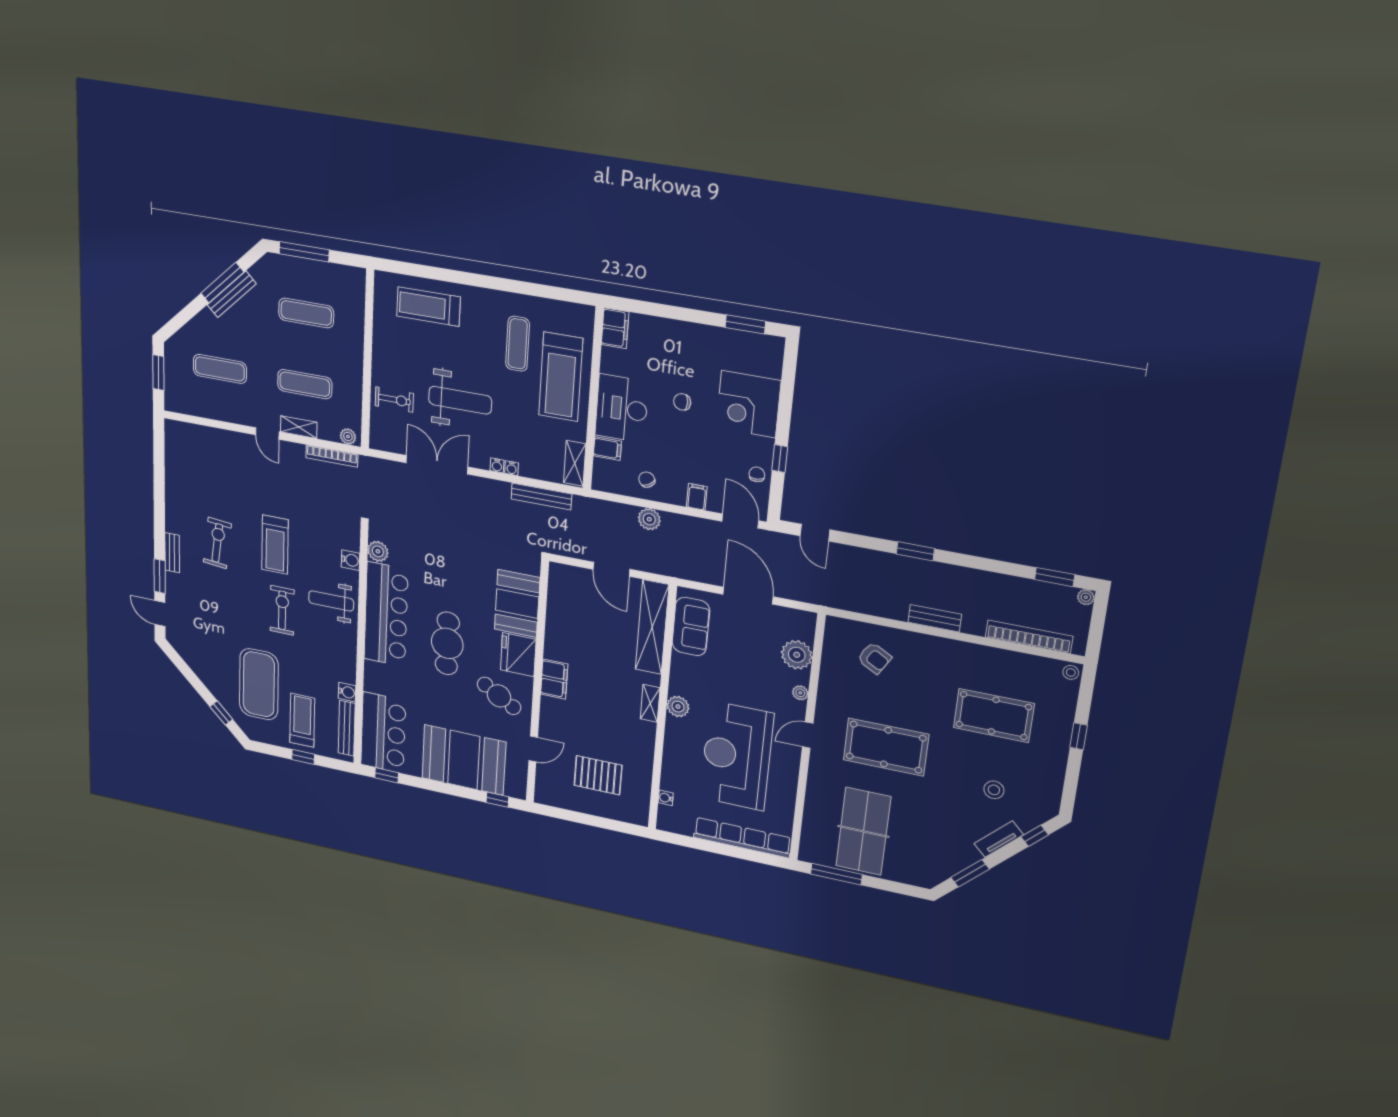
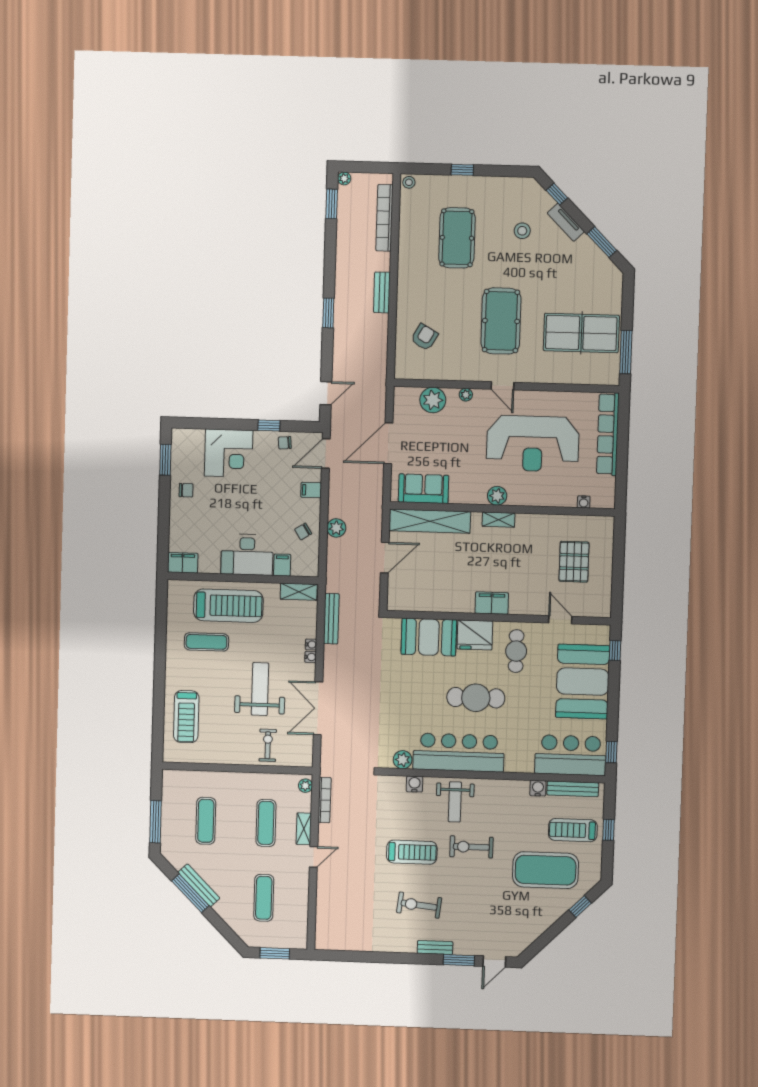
chair: (682, 402) -> (186, 490), moved, turned -90
cafe table: (499, 696) -> (516, 651), turned -31

